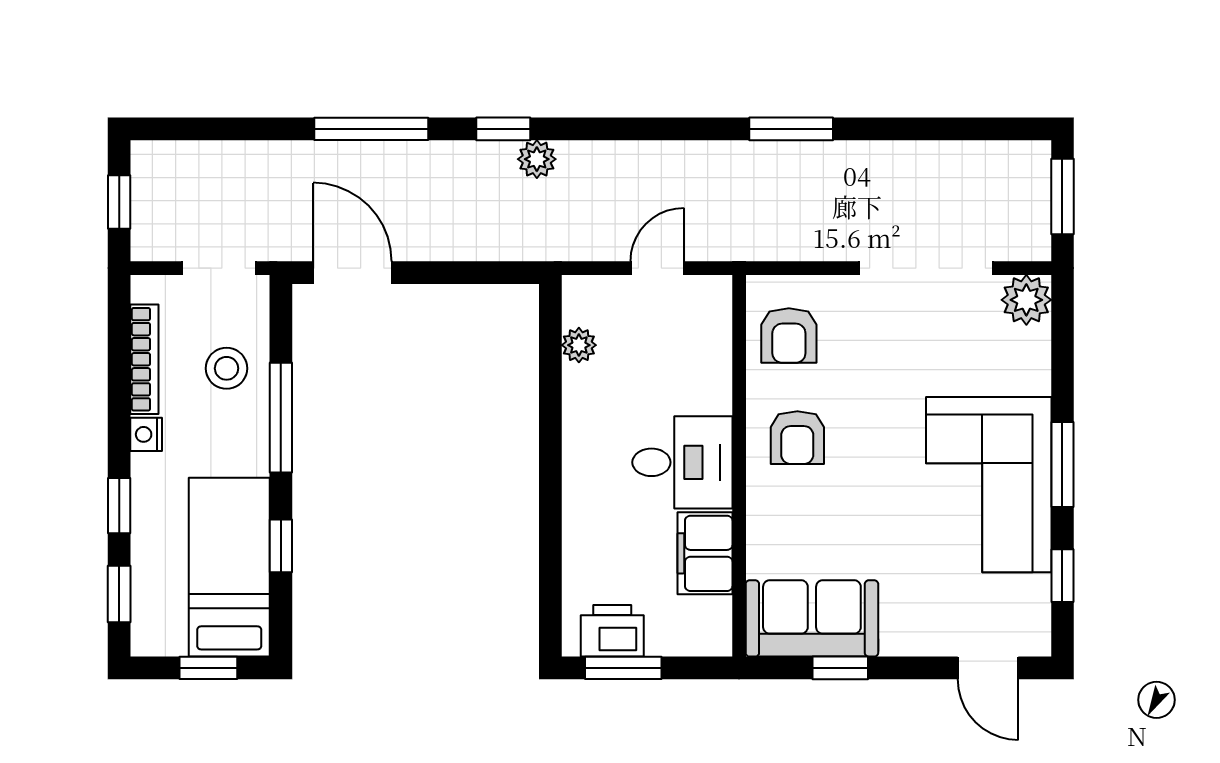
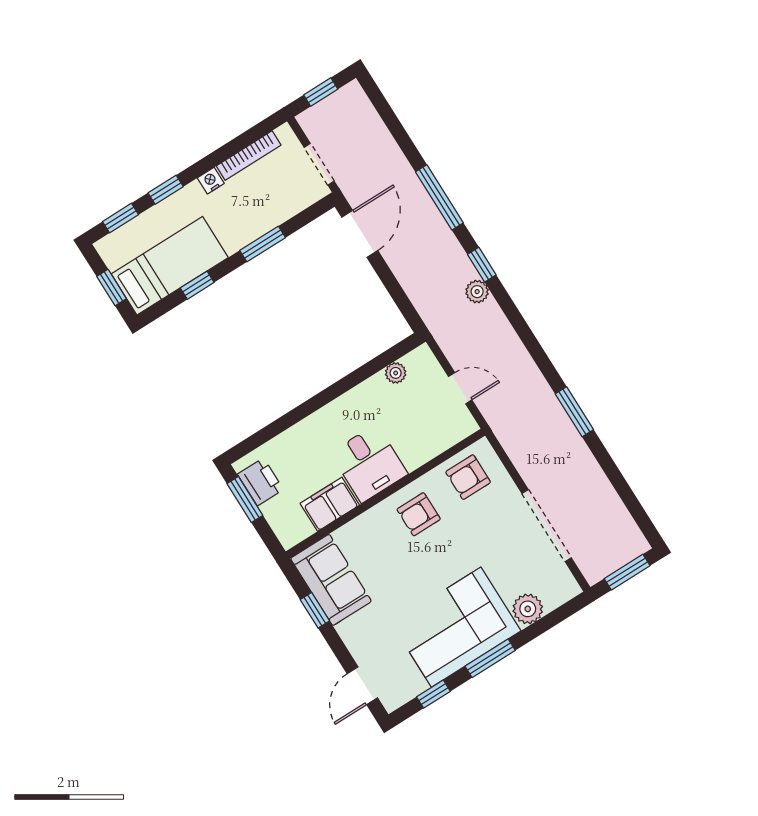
plant: (1026, 300) -> (528, 609), moved
stool: (227, 368) -> (270, 200), removed
window: (281, 418) -> (263, 244), width x0.69

